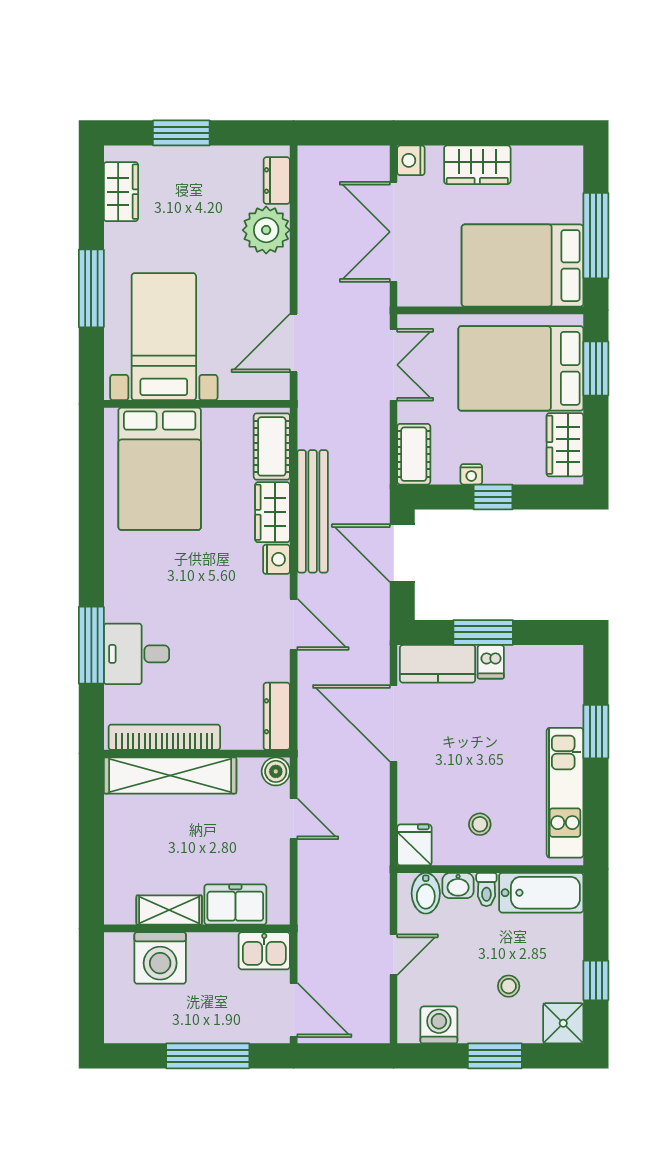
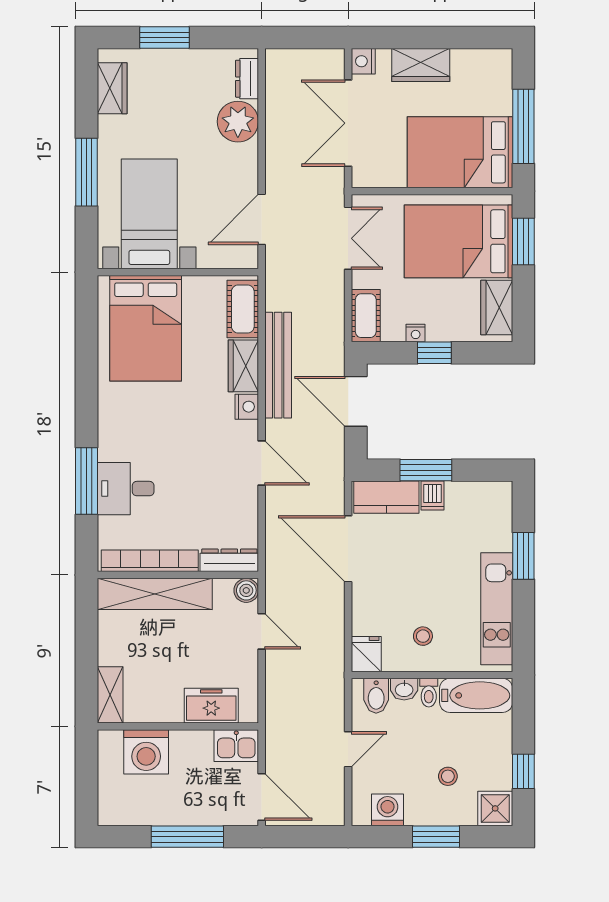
dresser: (277, 716) -> (229, 560), moved, turned 90
shelving: (169, 910) -> (110, 695), moved, turned 90

